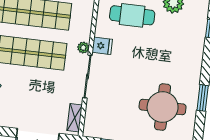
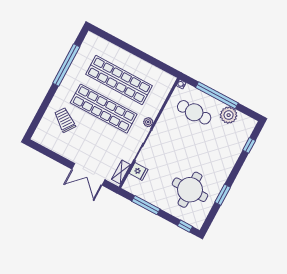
fridge: (102, 46) -> (139, 171), moved

